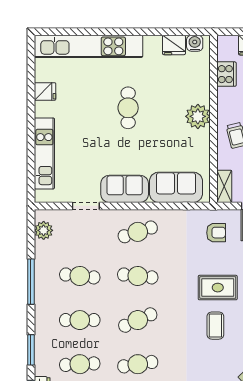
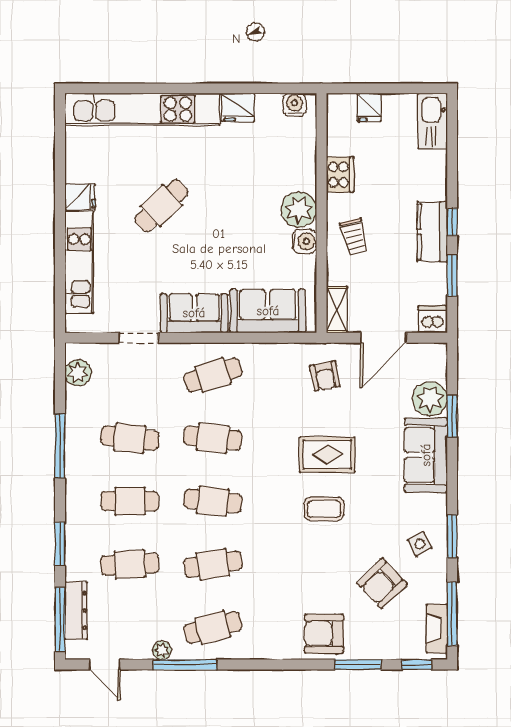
fridge: (174, 45) -> (238, 107), moved
cooker: (227, 74) -> (340, 175), moved
fridge: (45, 91) -> (80, 197), moved
cafe table: (128, 108) -> (161, 206), moved, turned 46
water cooler: (202, 139) -> (305, 241), added
armchair: (216, 233) -> (325, 376), turned 79
cafe table: (138, 320) -> (213, 501), turned 30
coffee table: (215, 326) -> (324, 509), turned 90

